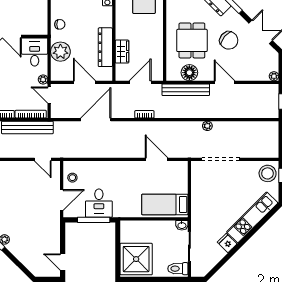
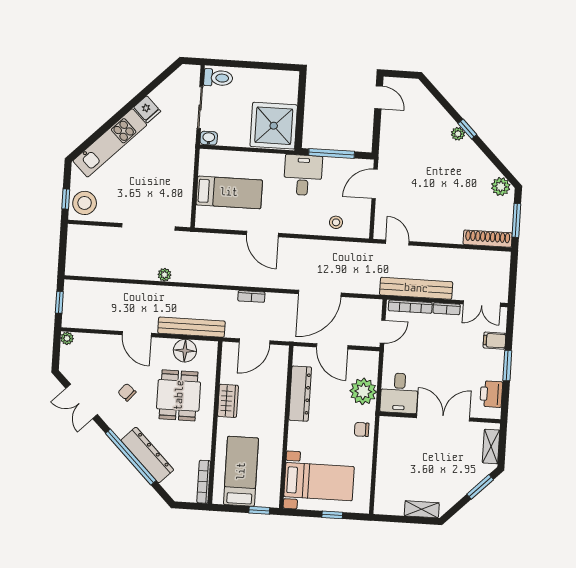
chair: (229, 40) -> (127, 392), width x0.54, depth x0.54
wardrobe: (122, 52) -> (228, 401), moved, turned 180
plant: (43, 79) -> (390, 354), removed
door: (49, 95) -> (383, 332), hinge flipped
door: (157, 159) -> (262, 234), moved
stool: (72, 178) -> (336, 222), moved
desk: (99, 203) -> (303, 175), moved
bed: (165, 204) -> (229, 192), moved
shower: (136, 259) -> (274, 126), moved

